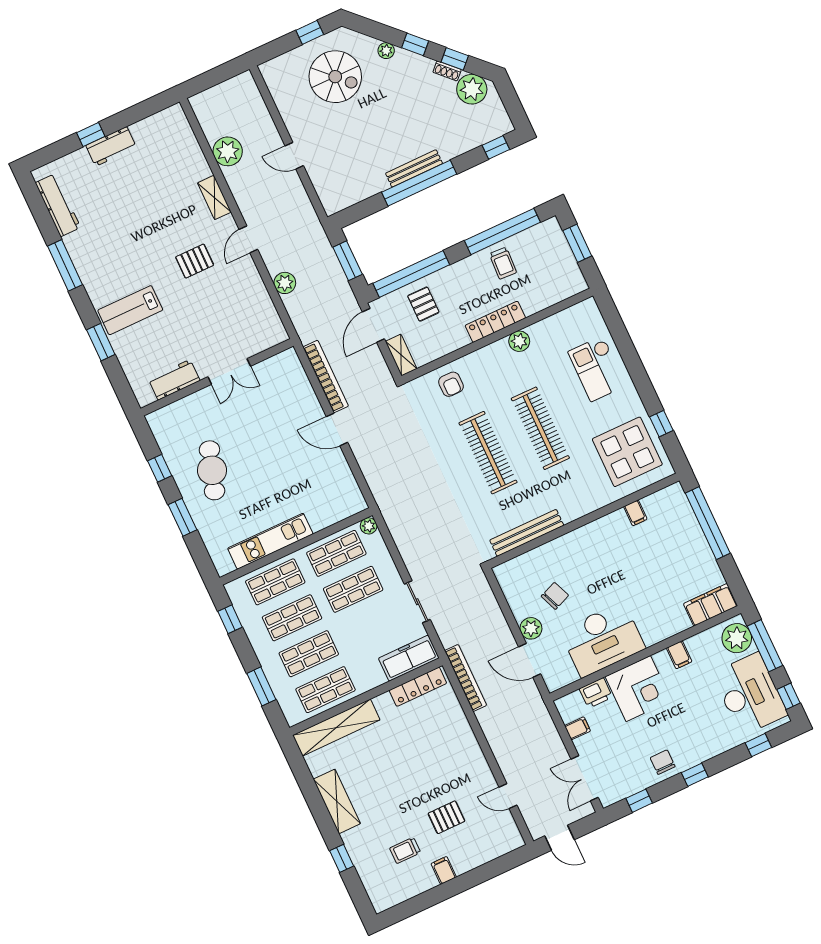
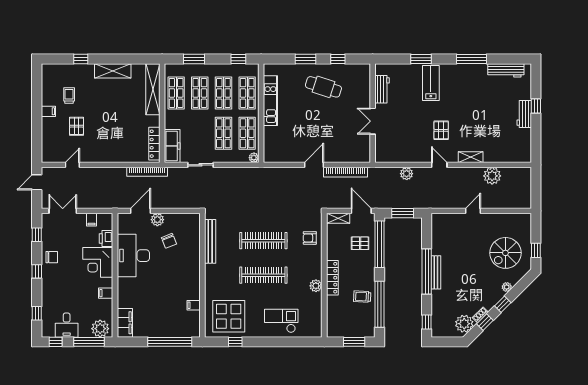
desk: (750, 694) -> (67, 325), width x0.53, depth x0.77

